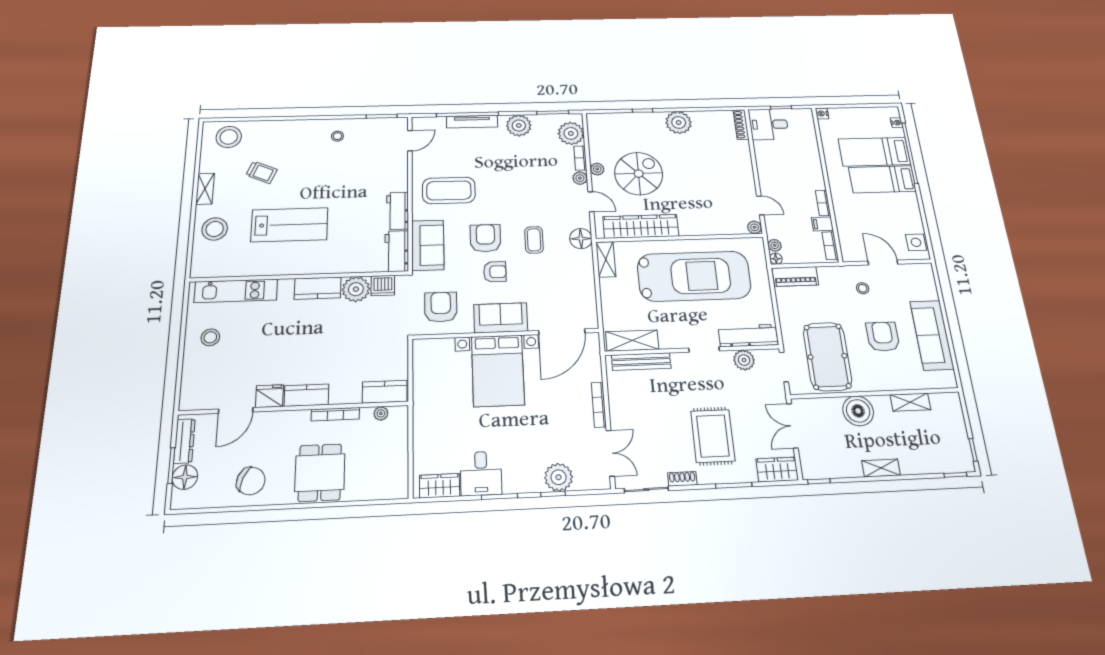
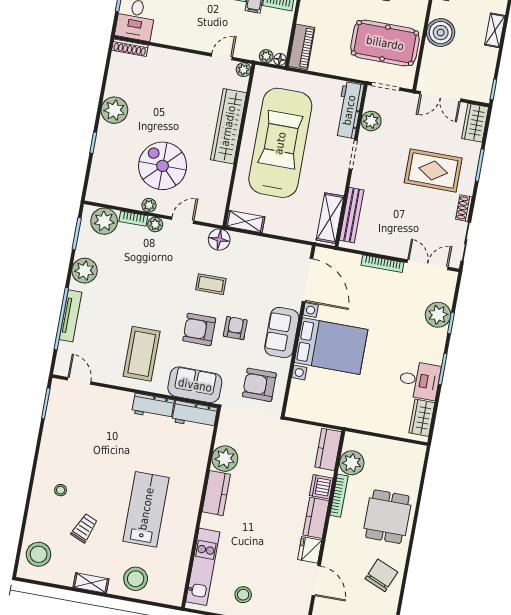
stool: (337, 136) -> (61, 490), moved
wardrobe: (641, 226) -> (228, 126), moved
dishwasher: (383, 285) -> (321, 487), moved, turned 180
plant: (381, 413) -> (352, 463), width x1.87, depth x1.87
dining table: (320, 473) -> (387, 517), turned 90

